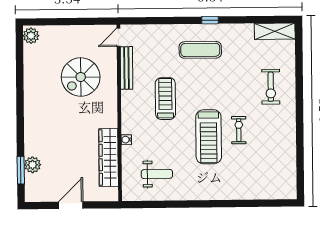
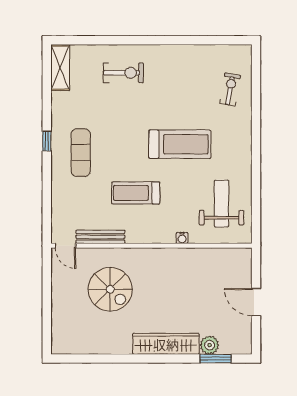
plant: (31, 36) -> (62, 345), removed
exercise bike: (239, 130) -> (230, 89), moved, turned 100
wardrobe: (109, 157) -> (166, 344), moved, turned 180
weight bench: (157, 174) -> (222, 204), width x1.36, depth x1.33

